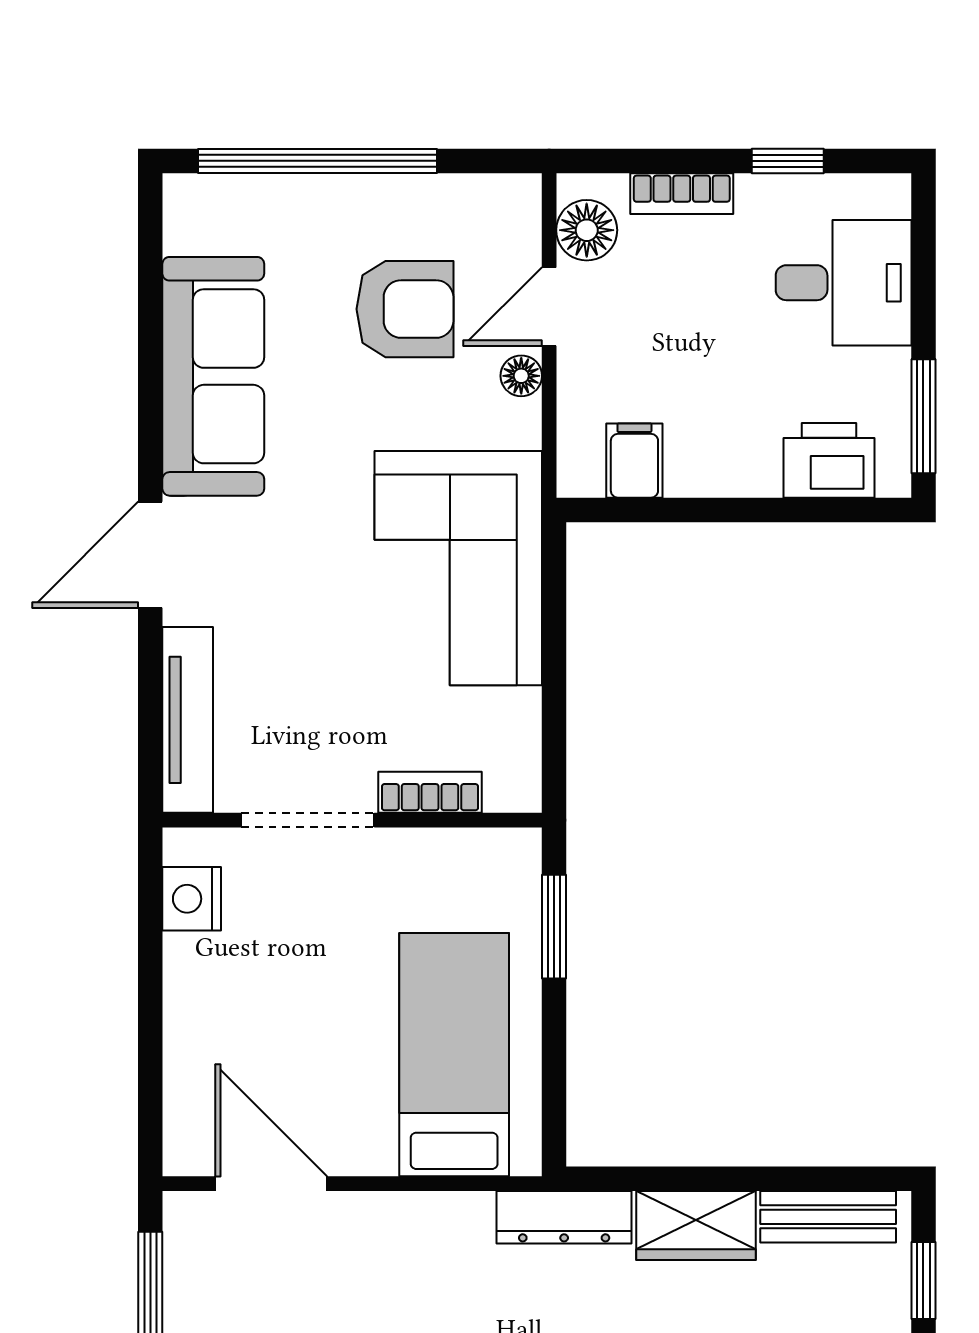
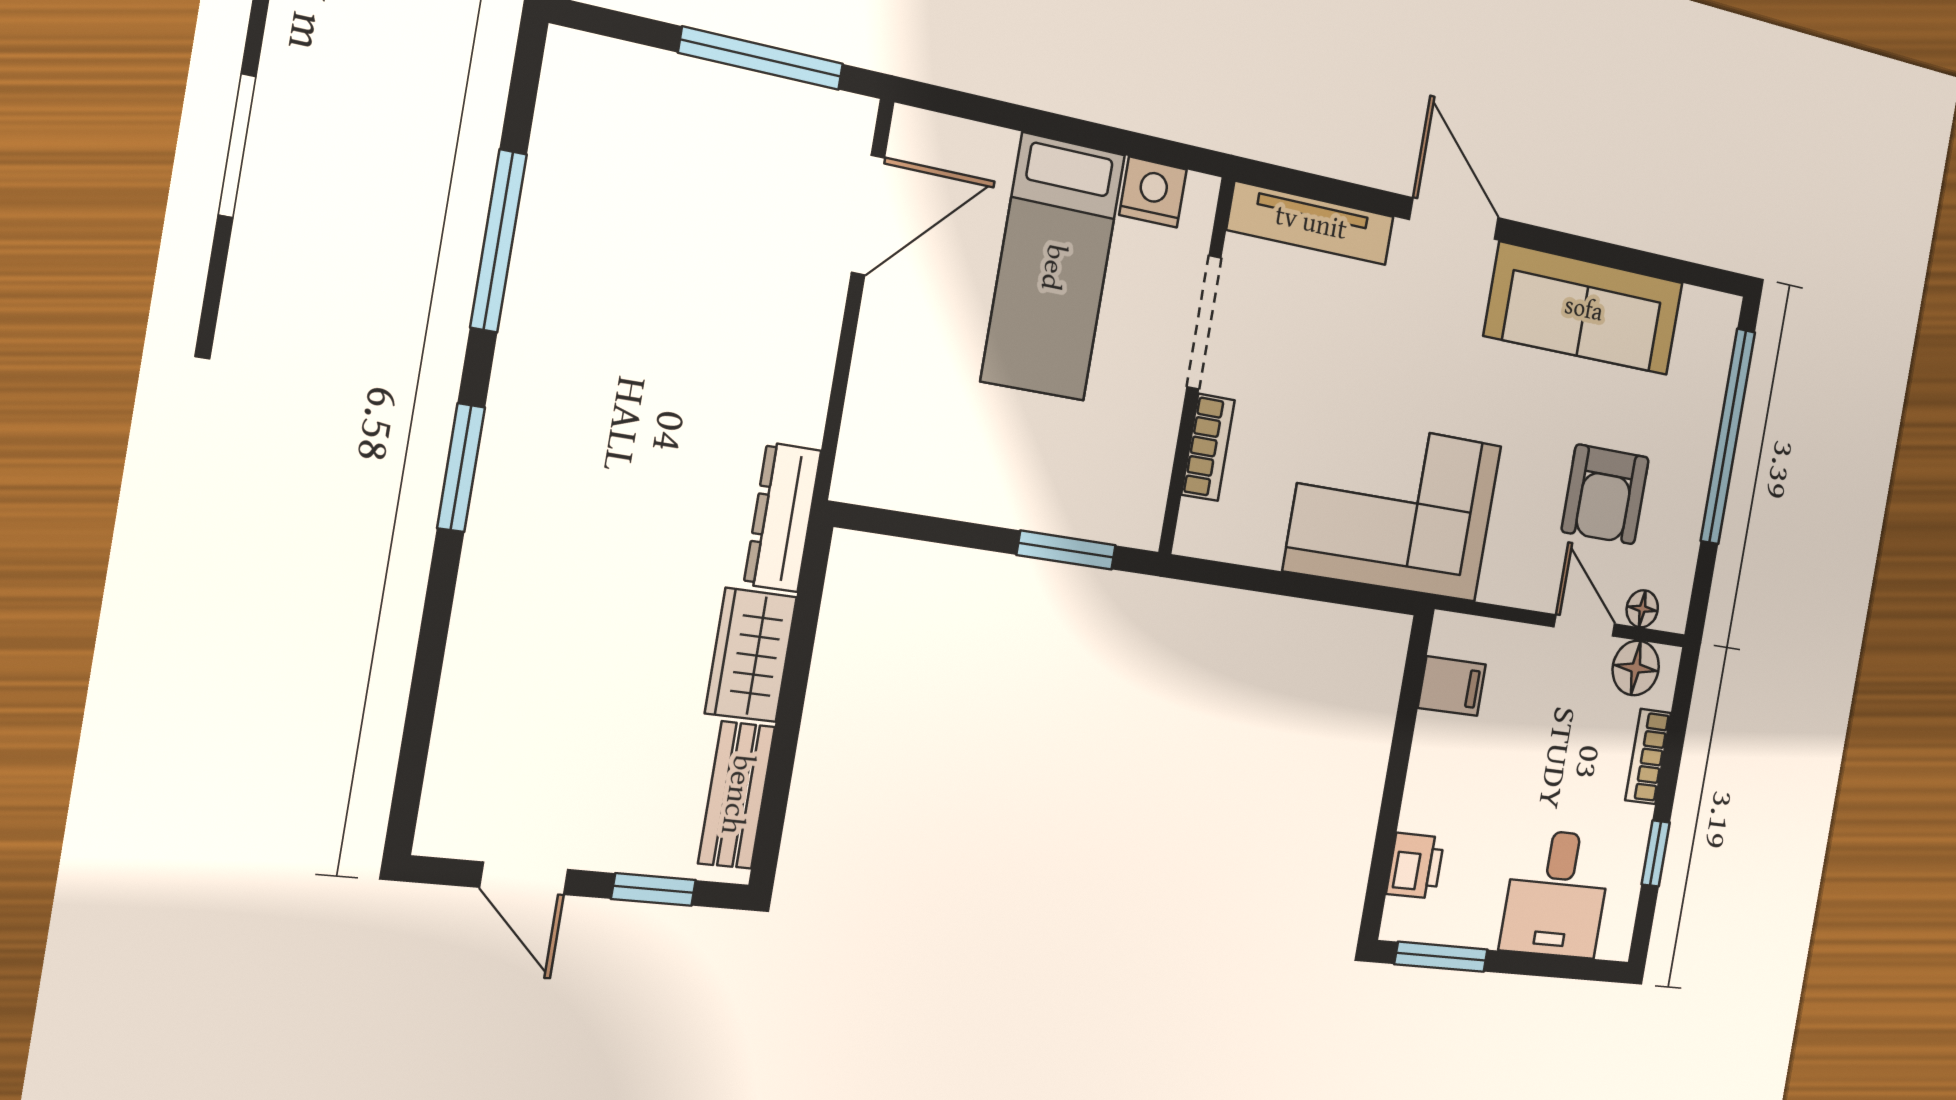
floor lamp: (521, 376) -> (1642, 609), moved
printer: (829, 460) -> (1415, 866), width x0.73, depth x0.81
bed: (454, 1055) -> (1053, 267), moved, turned 90

